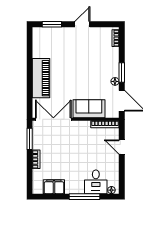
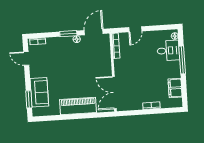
door: (82, 24) -> (26, 58), moved
sofa: (89, 109) -> (39, 92), moved, turned 180
window: (30, 139) -> (133, 113), removed

